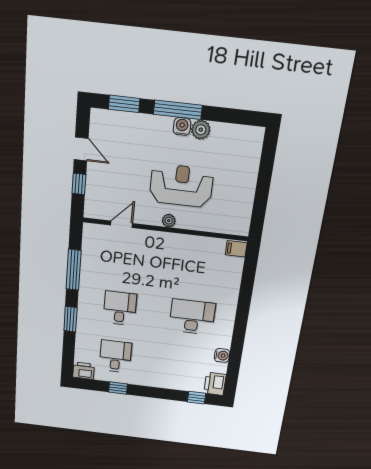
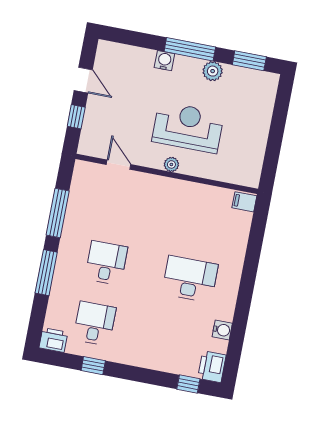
window: (124, 104) -> (249, 61), moved
water cooler: (182, 126) -> (164, 61), moved
door: (122, 224) -> (118, 165), hinge flipped
window: (70, 319) -> (46, 273), width x1.44

